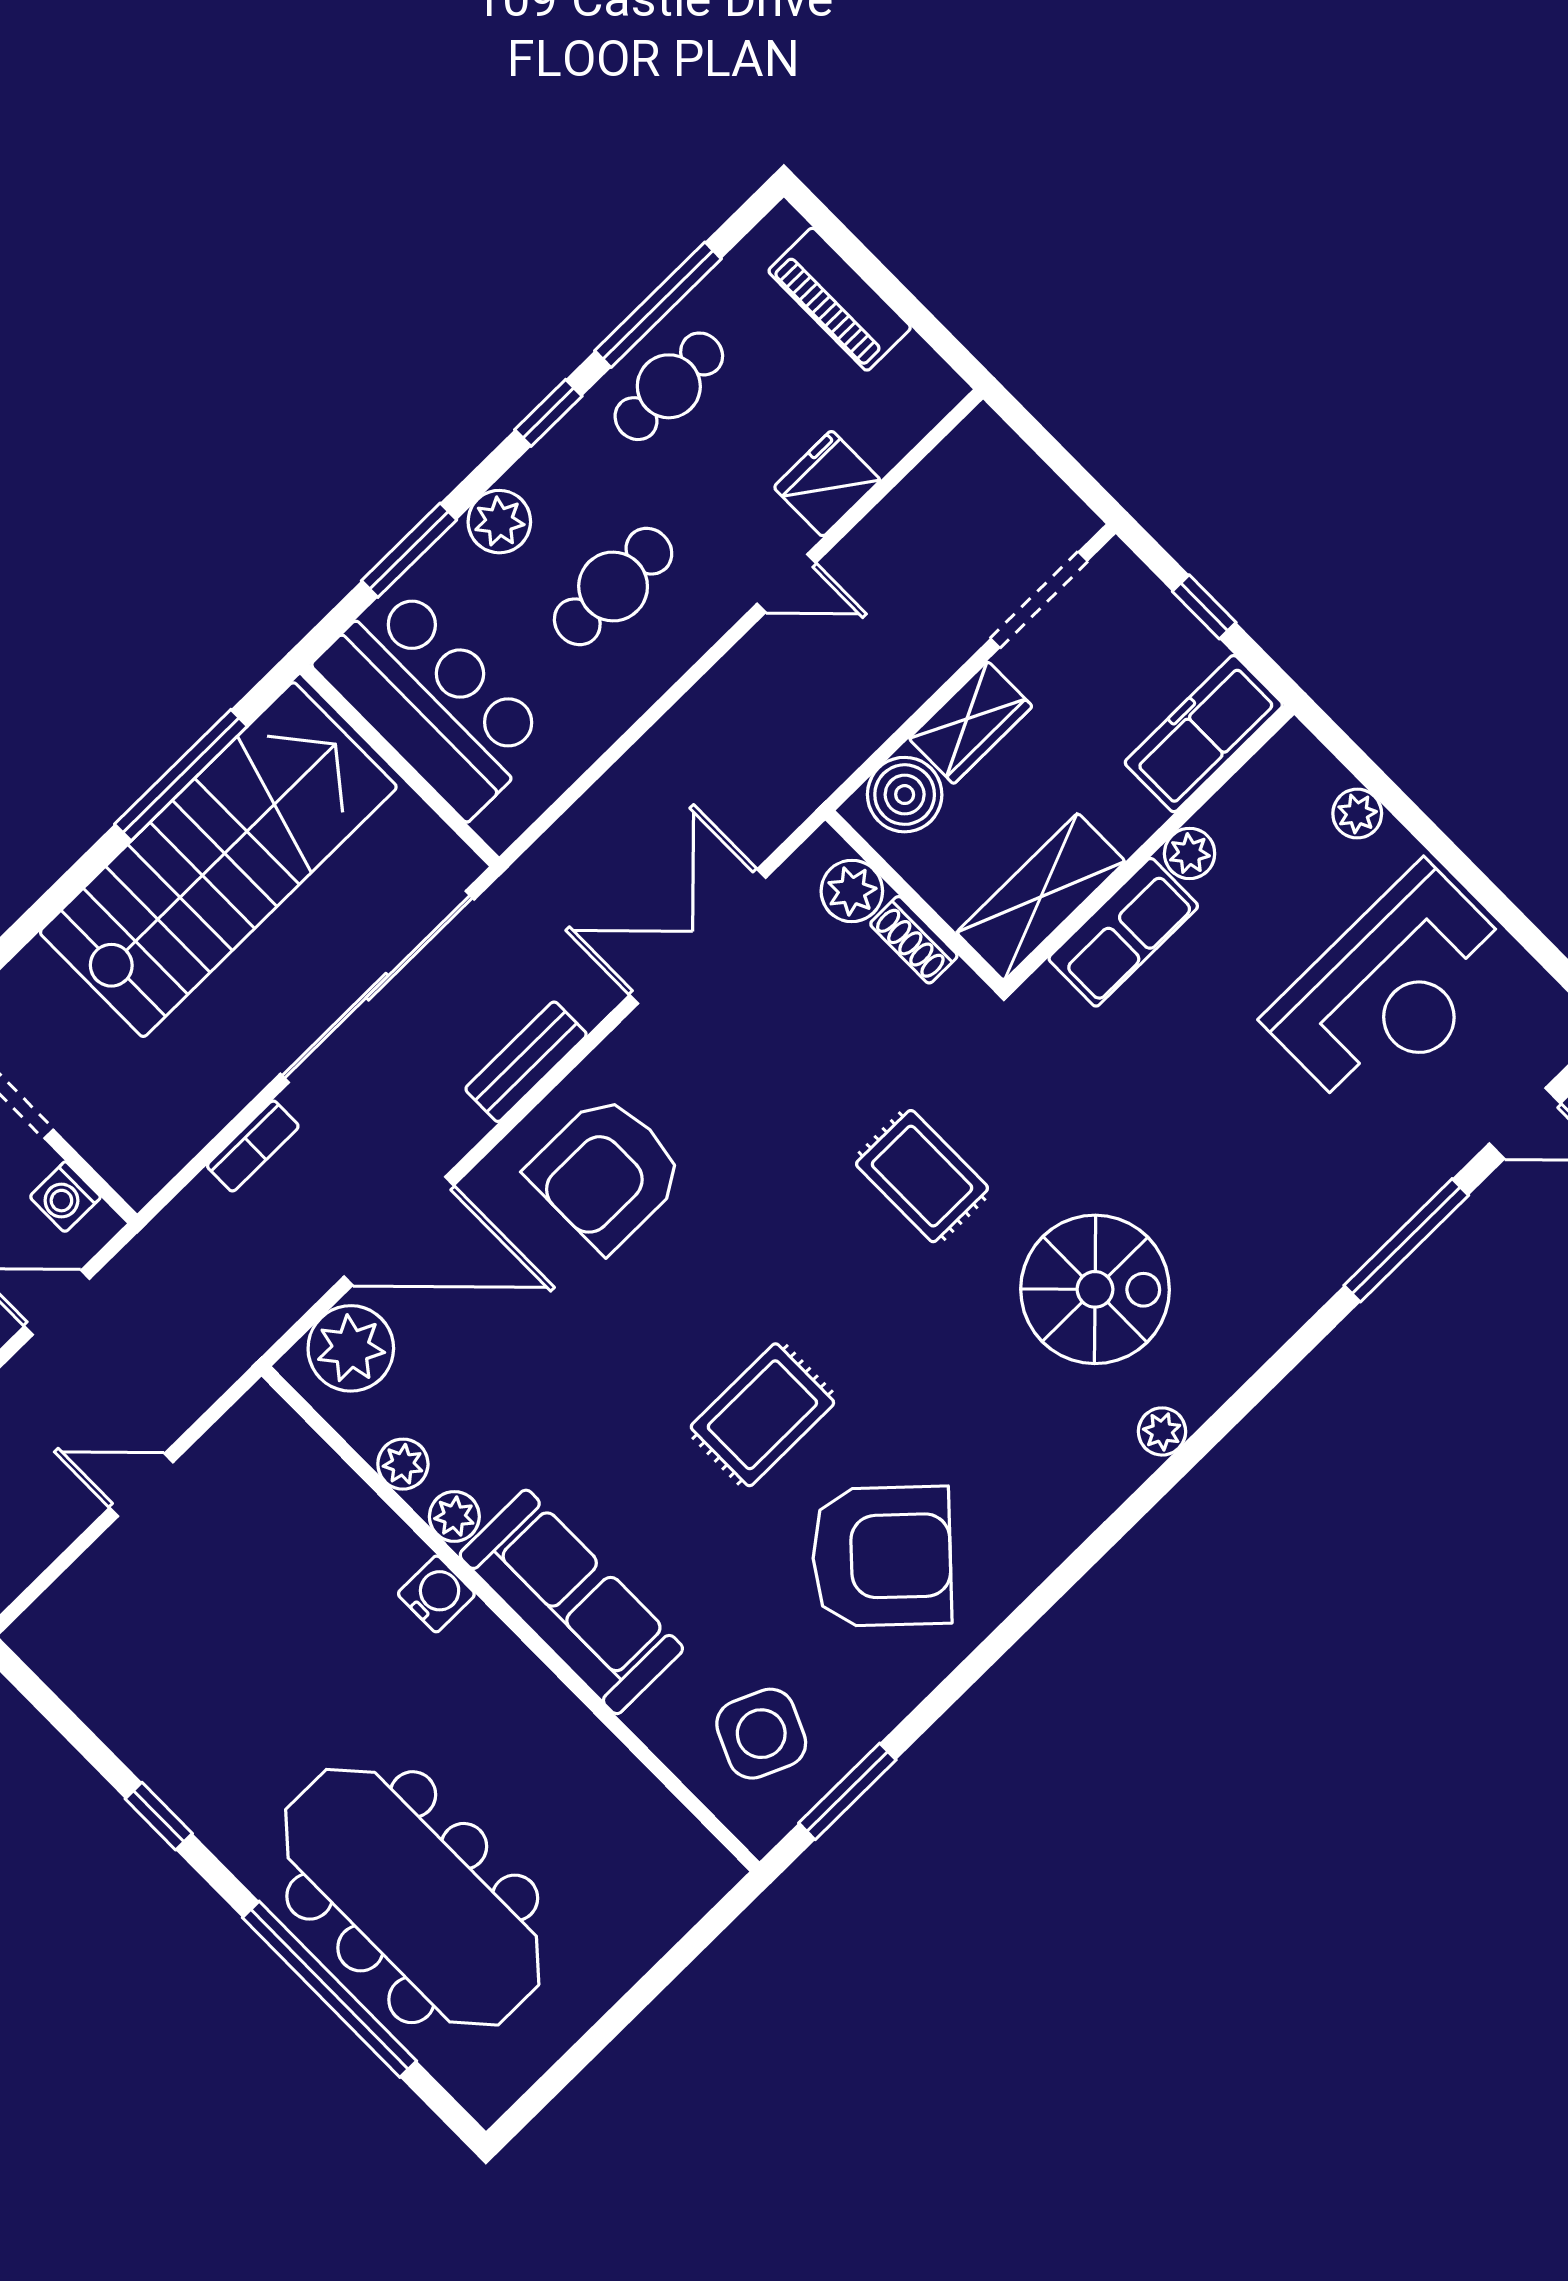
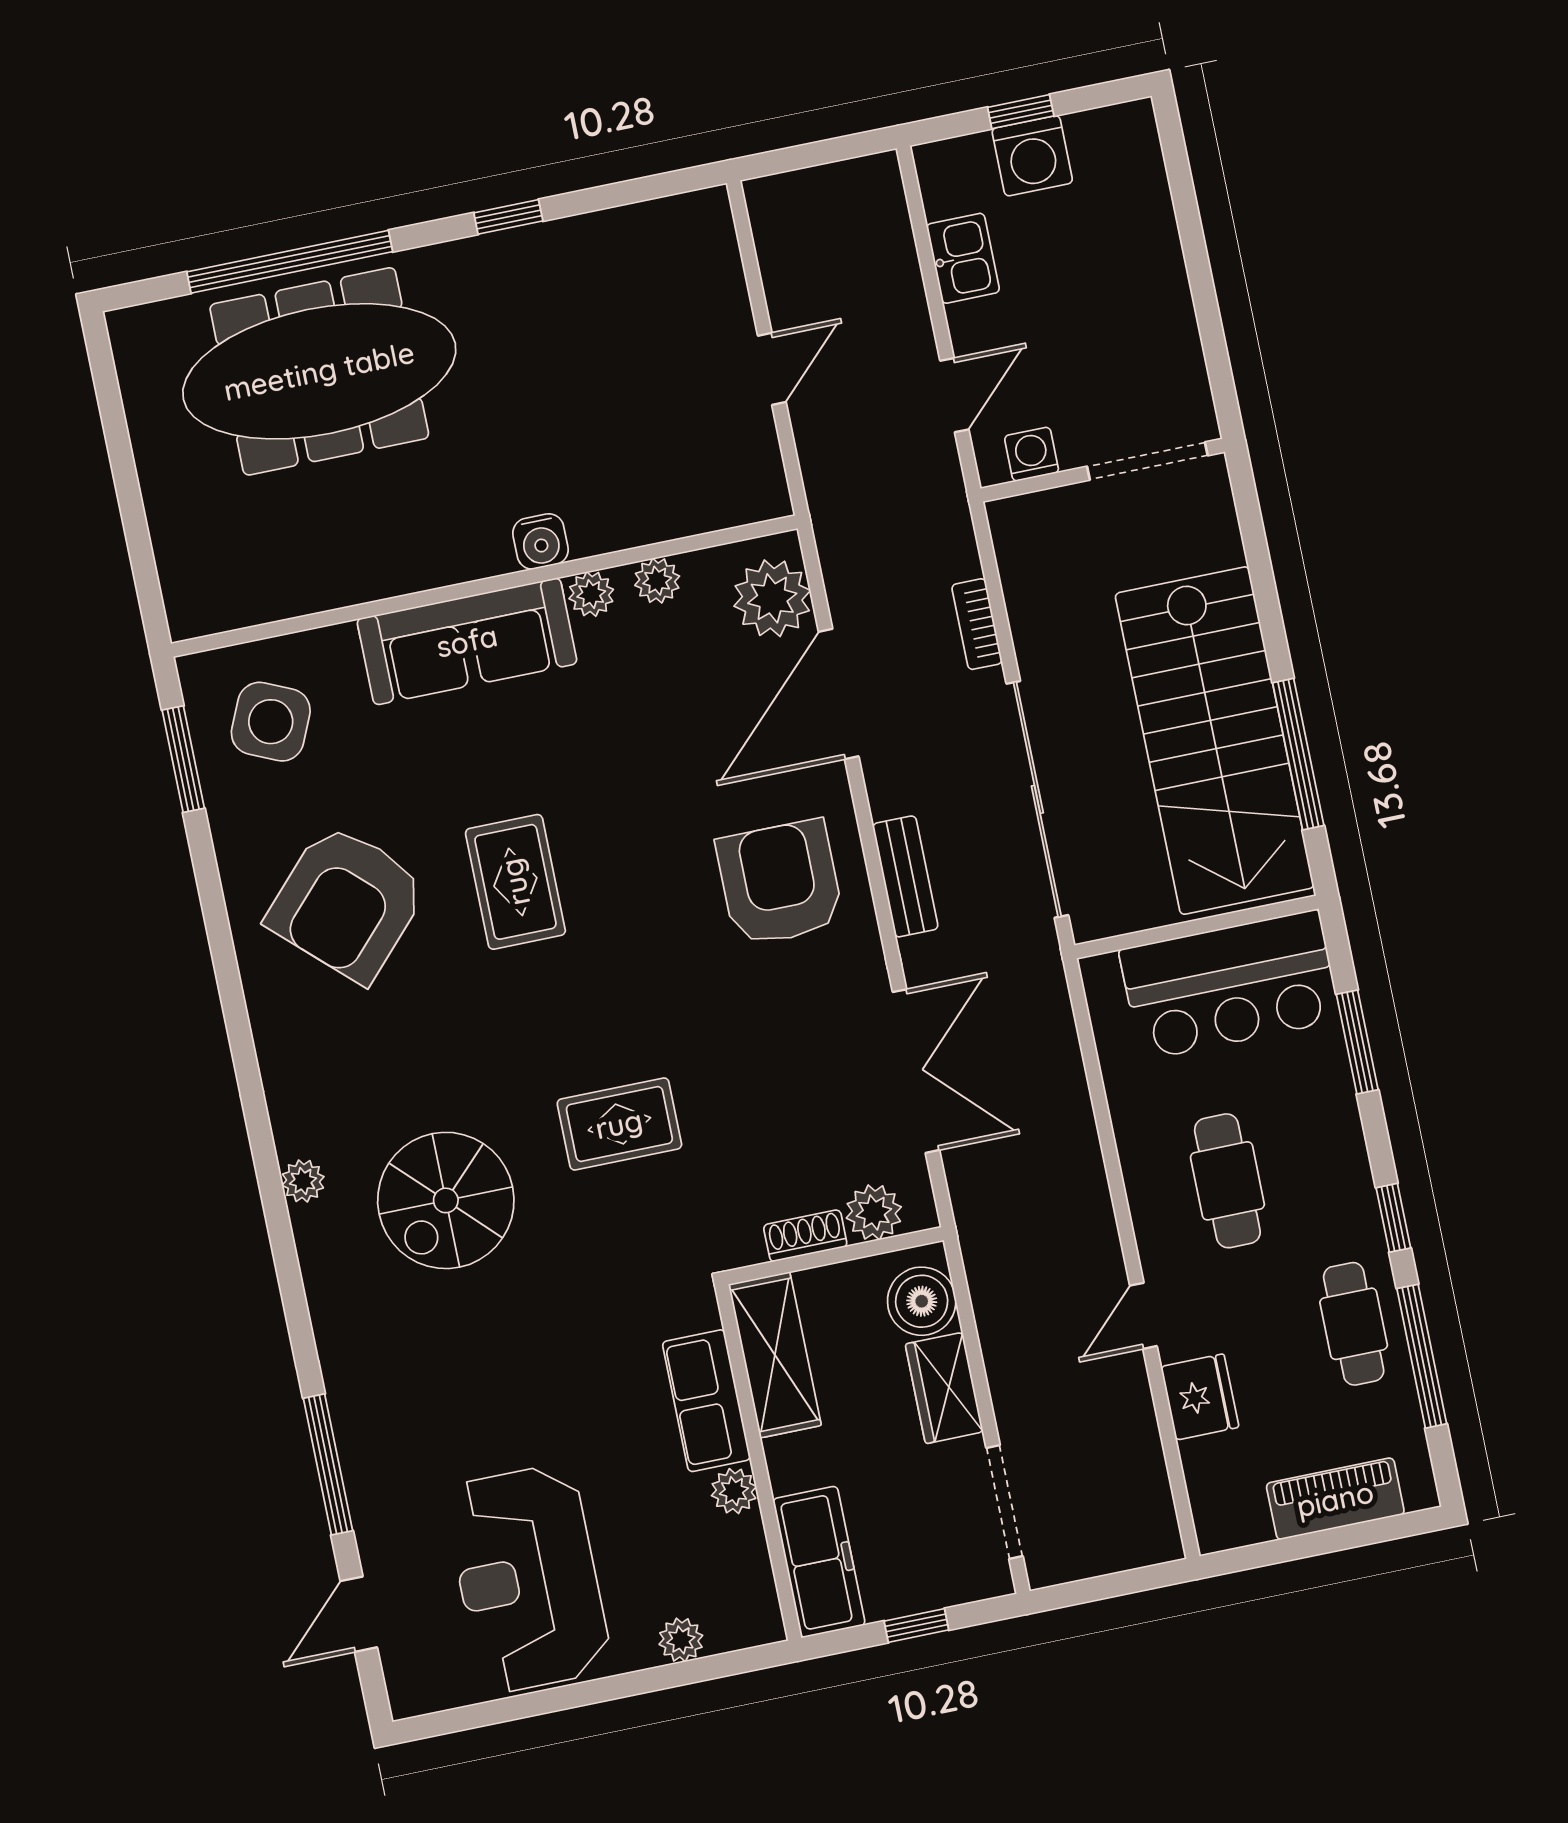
plant: (499, 522) -> (1334, 1126), removed

